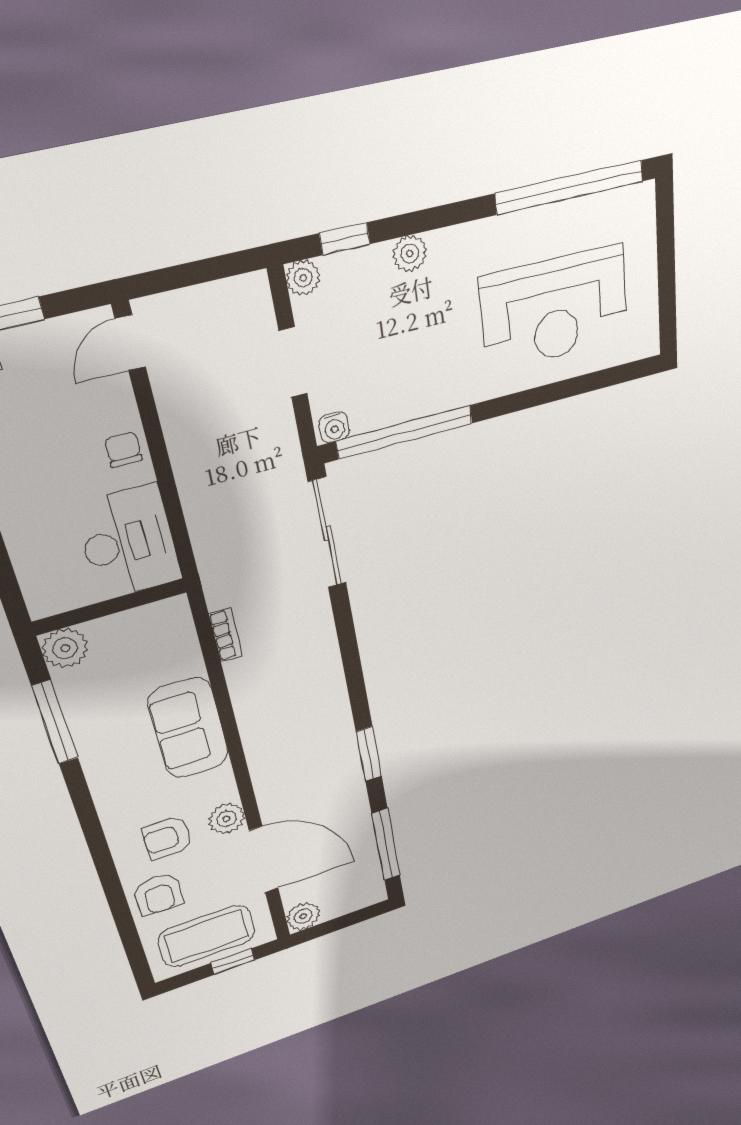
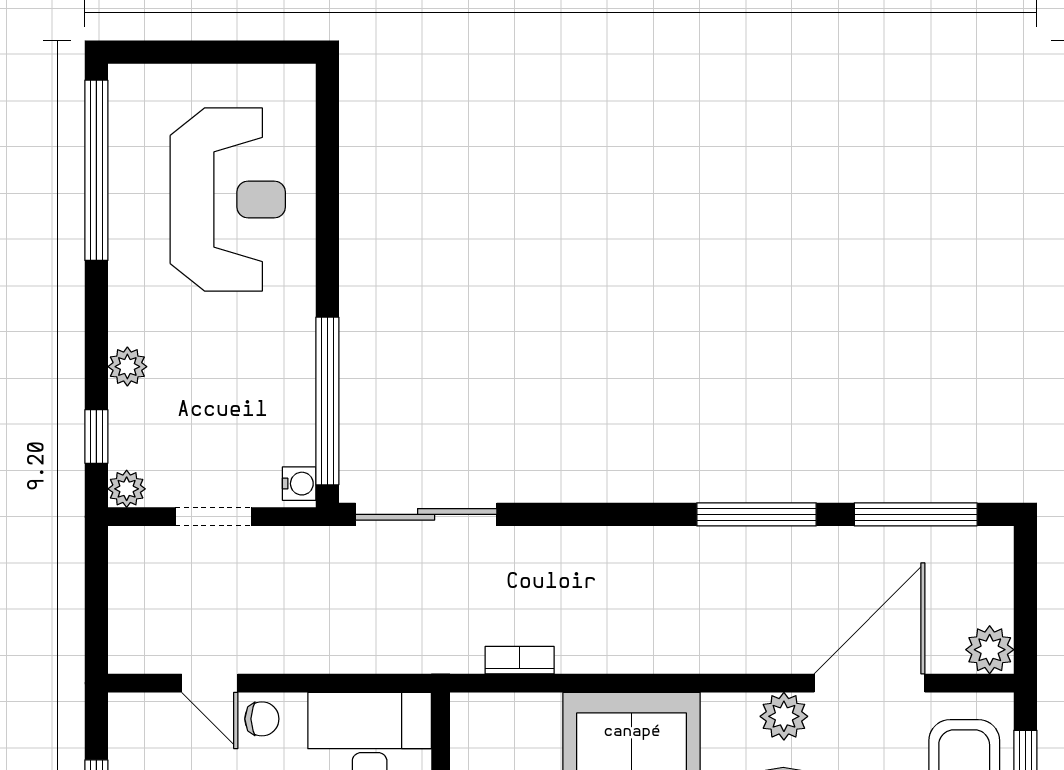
door: (130, 343) -> (210, 683), moved
chair: (123, 449) -> (262, 719), turned 180
window: (369, 754) -> (756, 514), width x1.44

